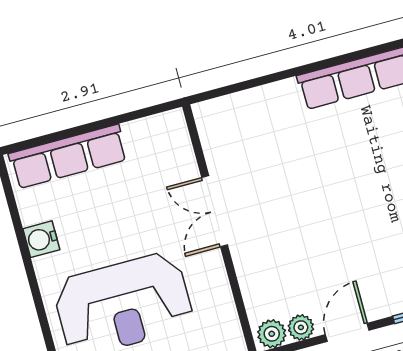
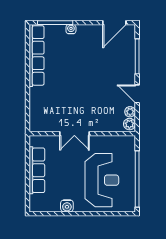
row of seats: (68, 157) -> (37, 170), moved

